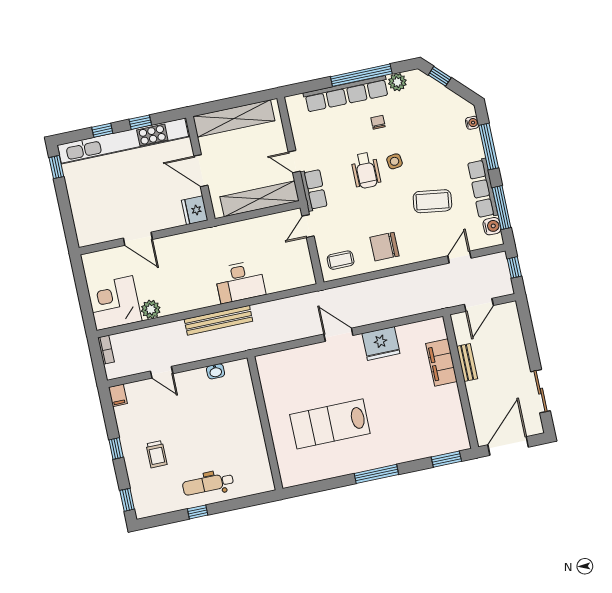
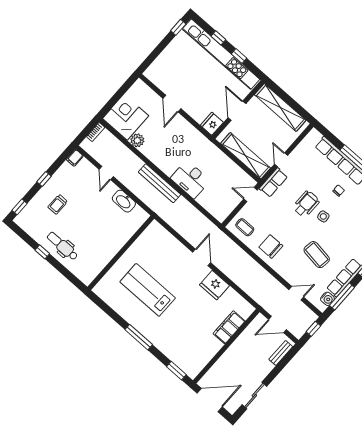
wheelchair: (366, 170) -> (306, 204), turned 180
bench: (467, 363) -> (281, 353), moved
washbasin: (216, 371) -> (124, 201), width x1.91, depth x1.45

